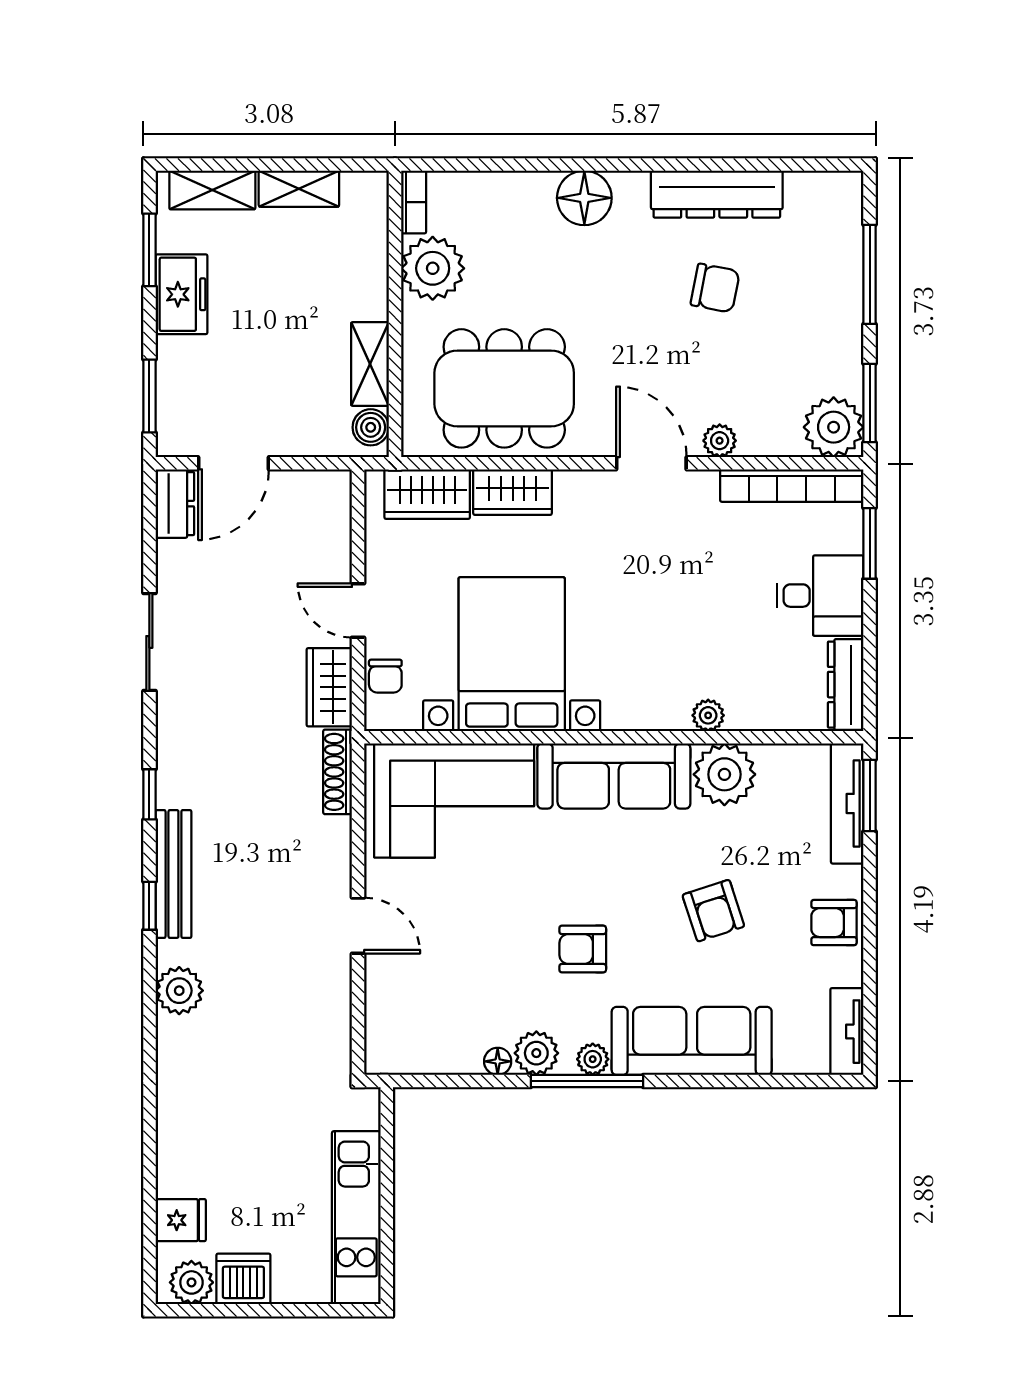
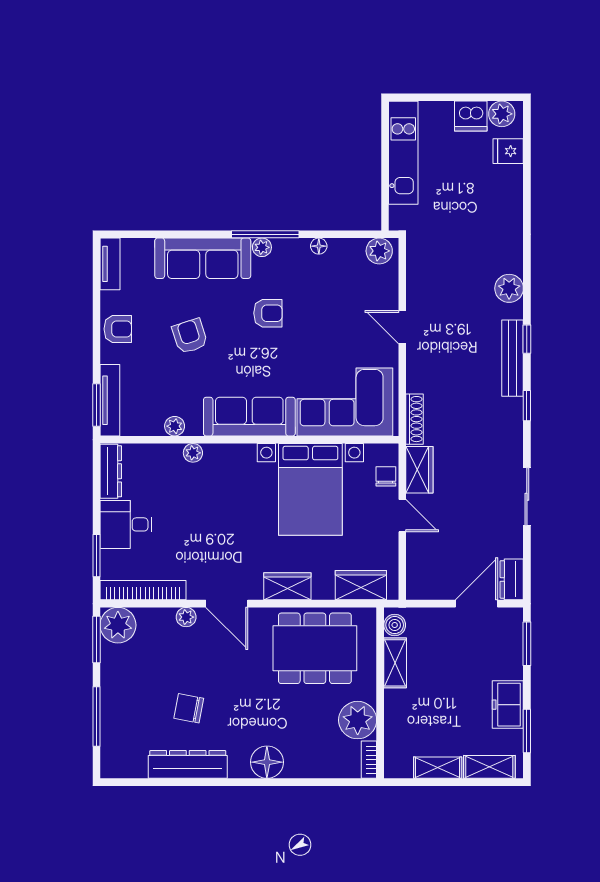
wardrobe: (513, 492) -> (287, 586), moved
plant: (724, 774) -> (175, 426), width x0.53, depth x0.53
plant: (536, 1053) -> (379, 251), moved

